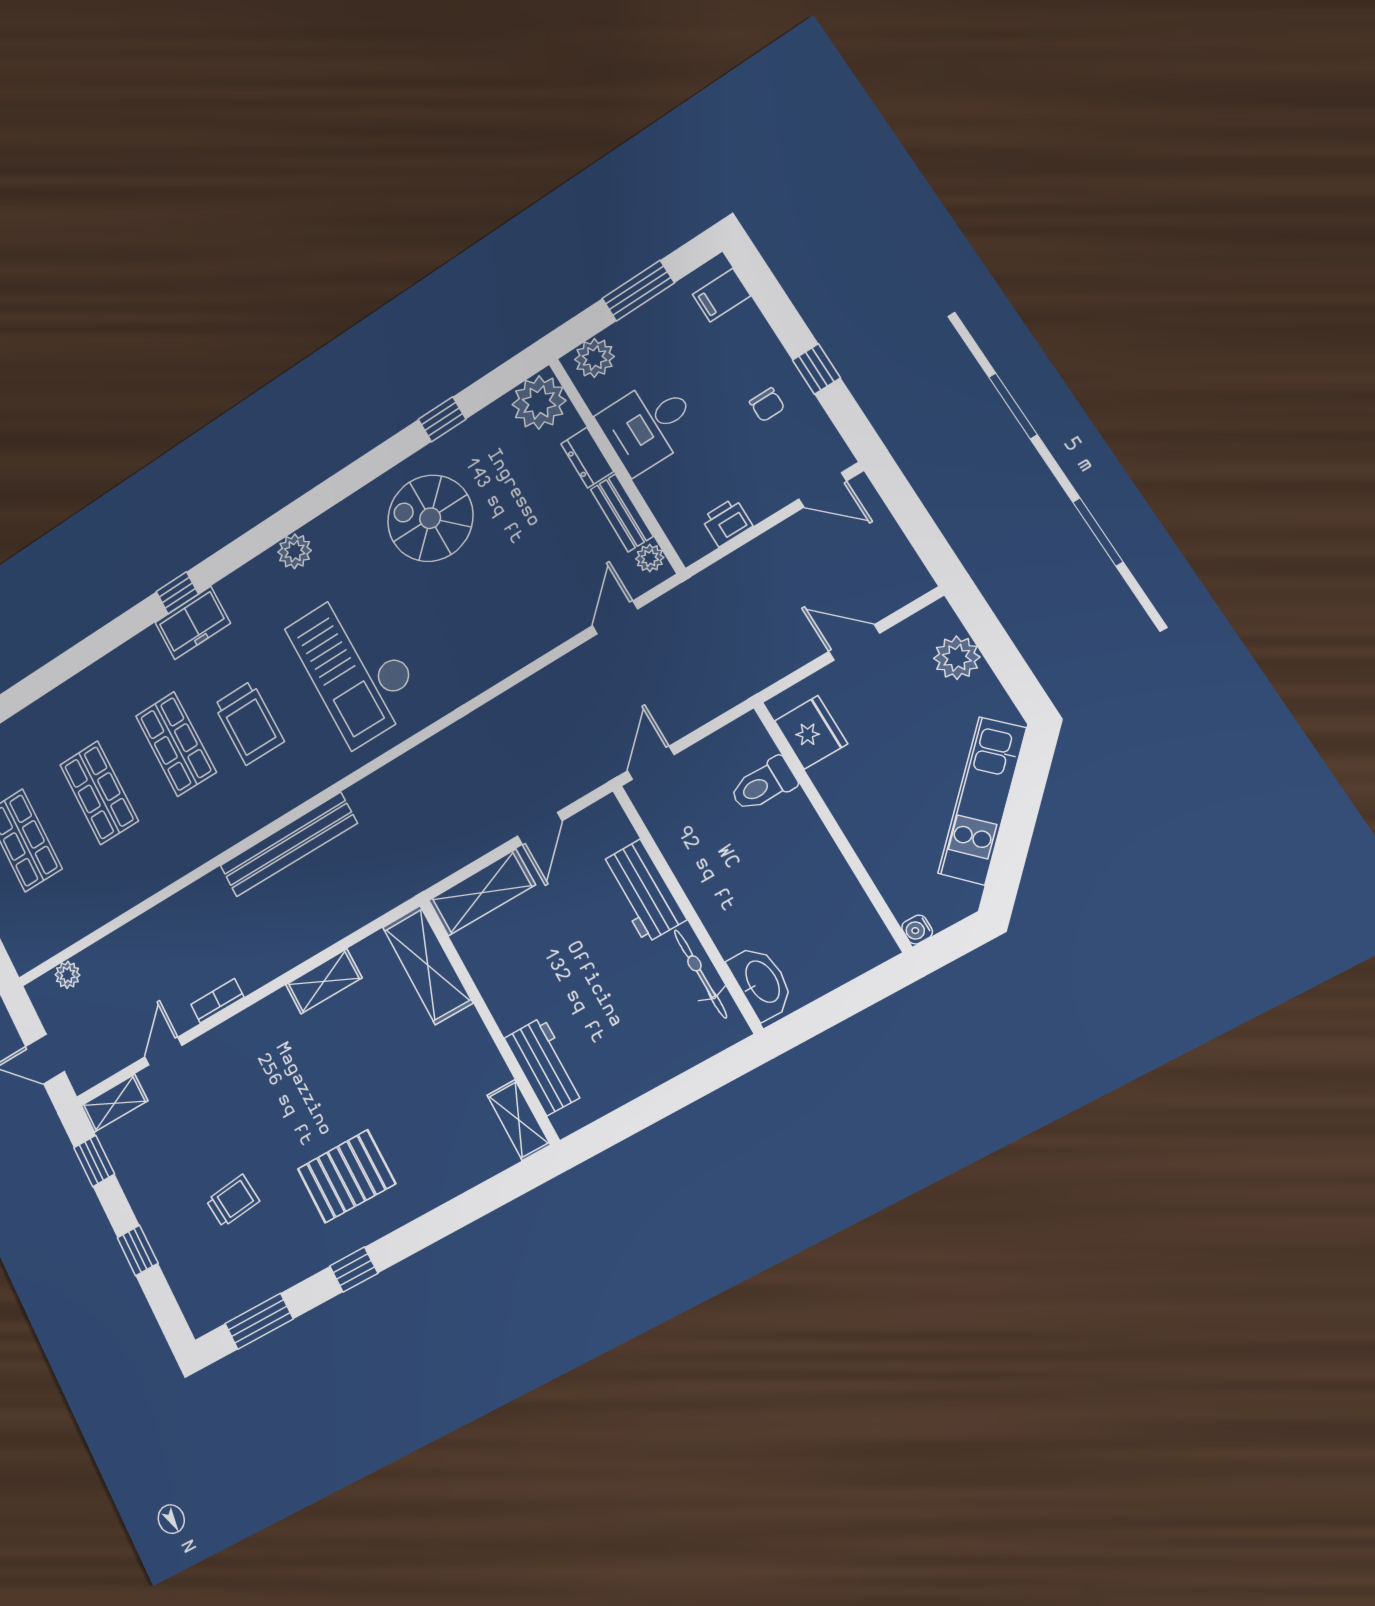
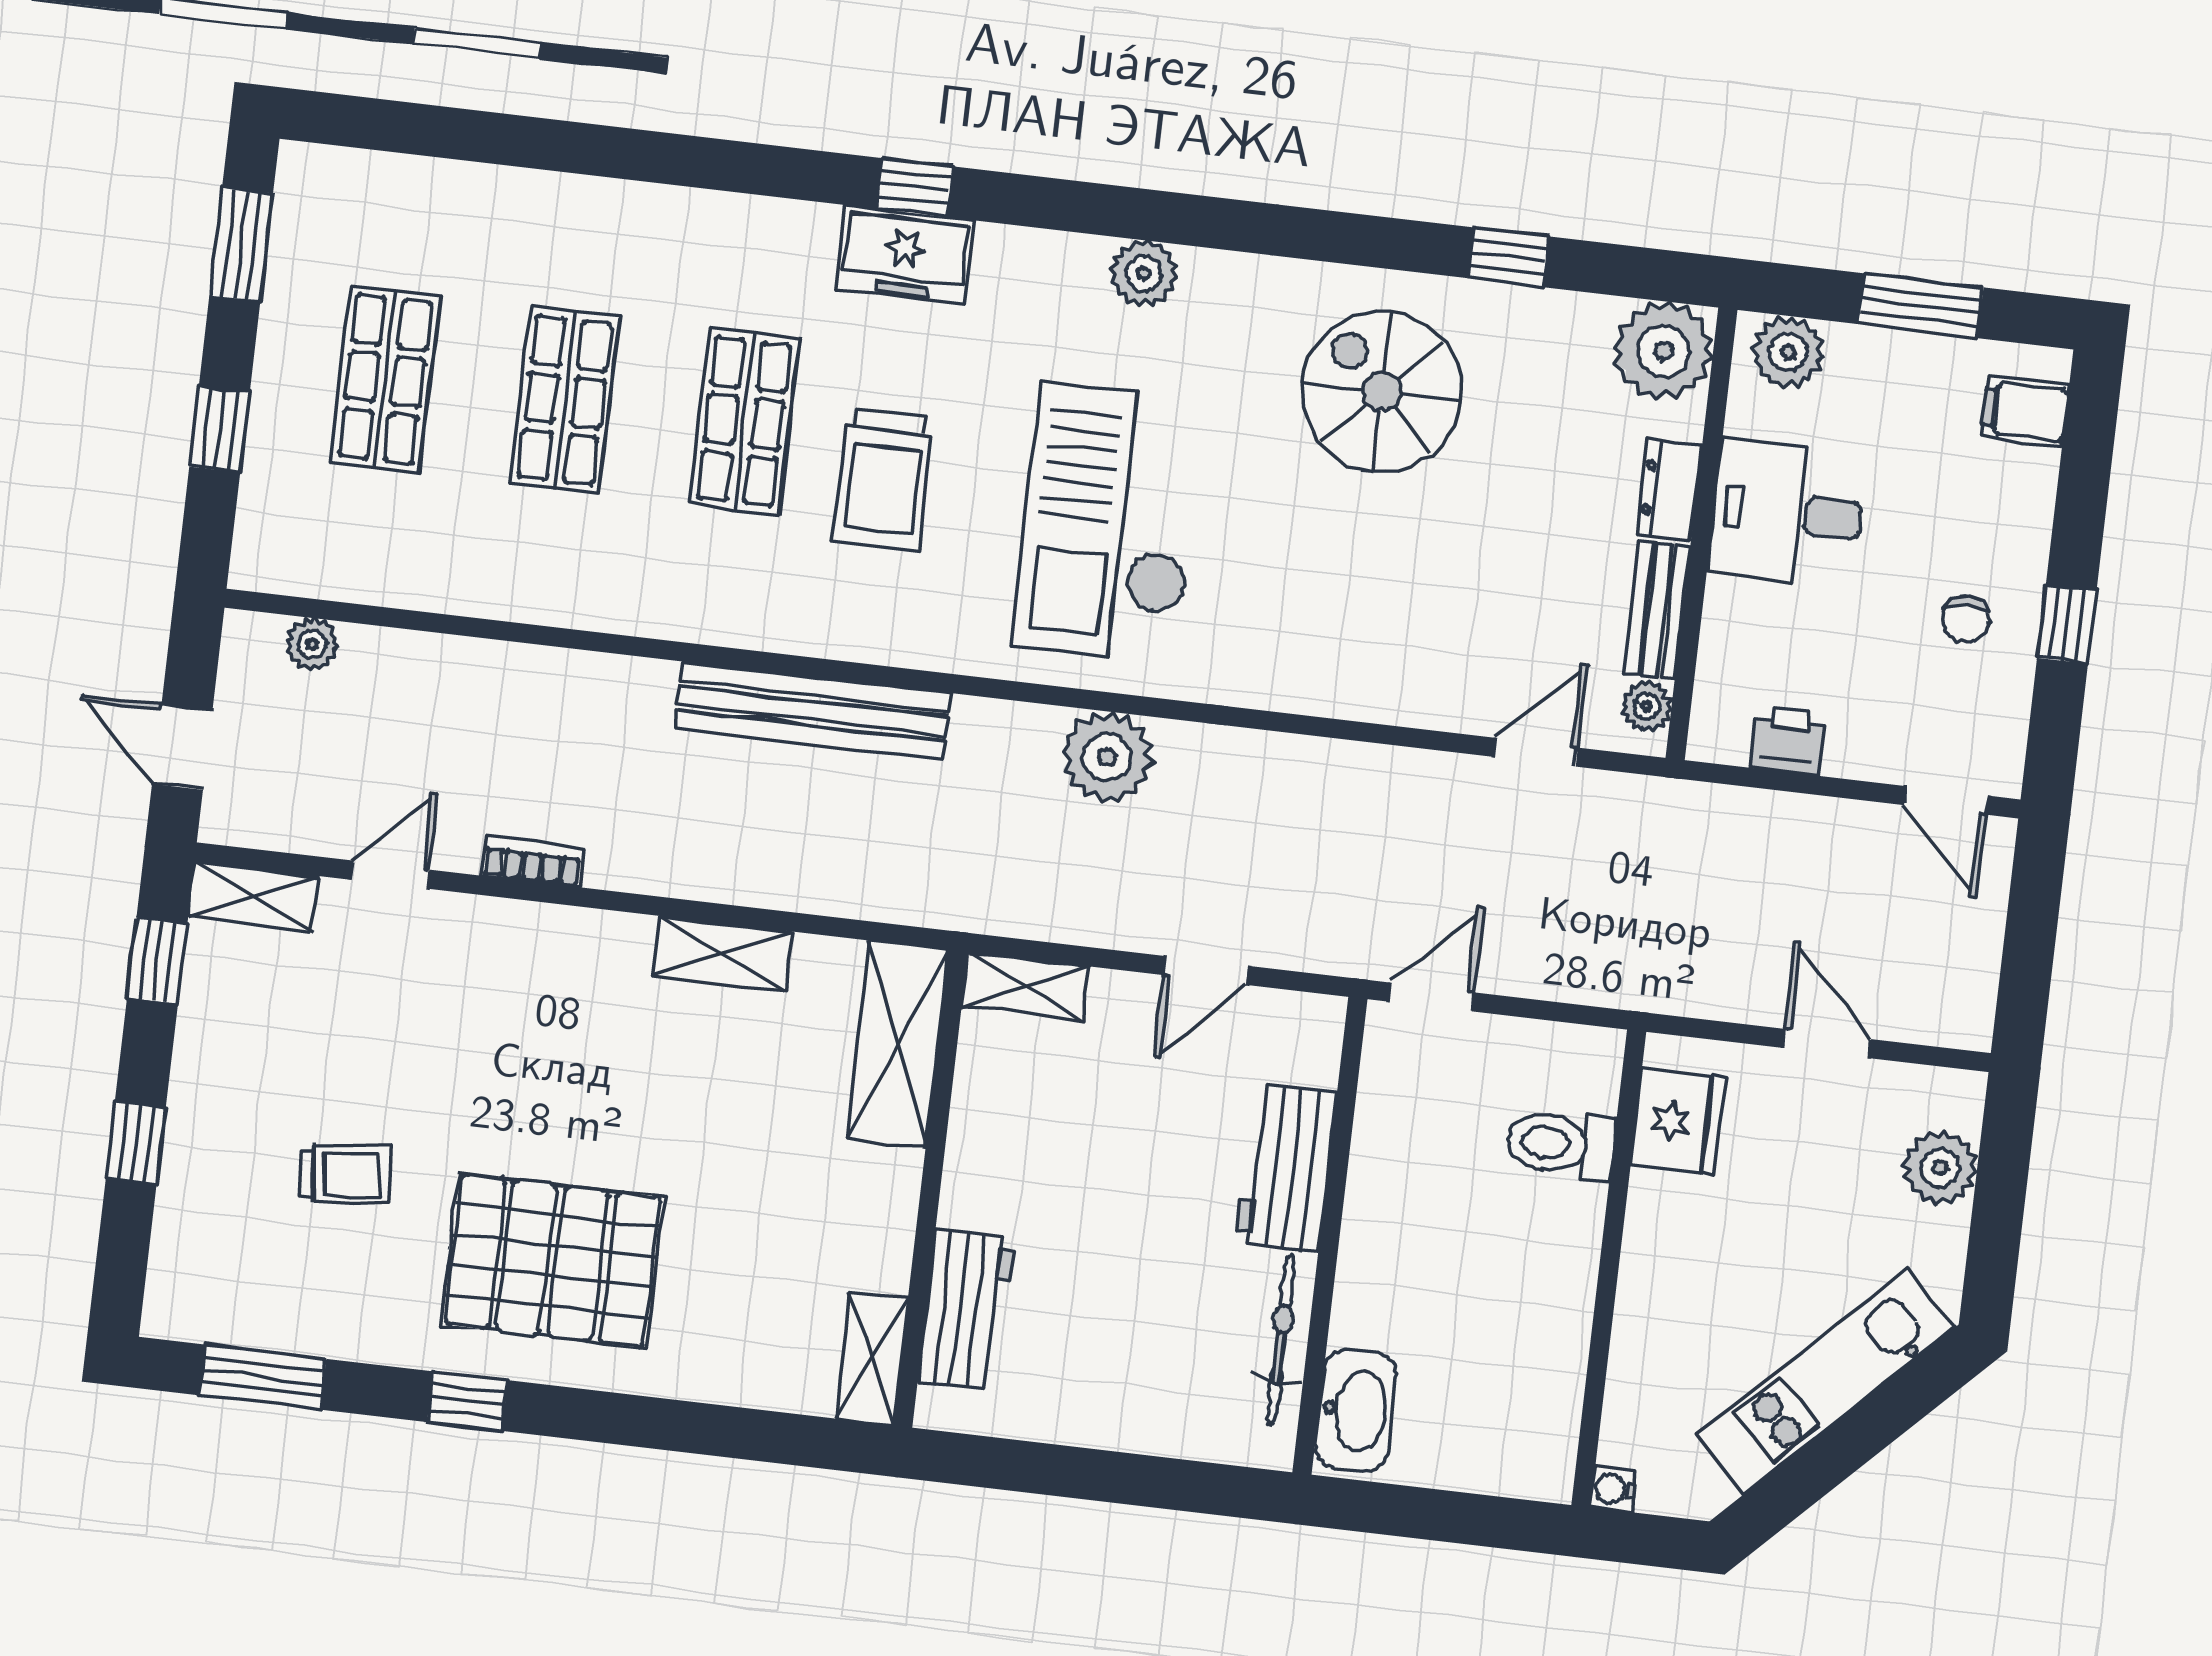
plant: (427, 767) -> (1107, 757), added
shelving: (482, 893) -> (1025, 987), width x0.67, depth x0.75
pallet: (346, 1176) -> (552, 1261), width x1.37, depth x1.41

